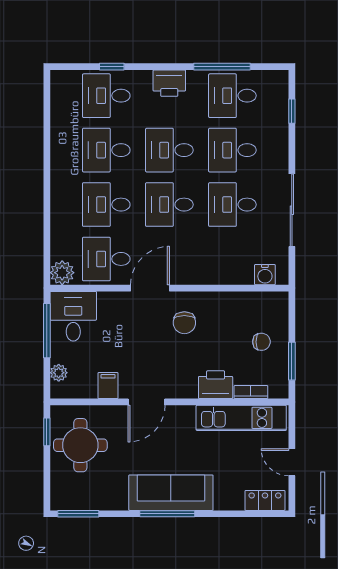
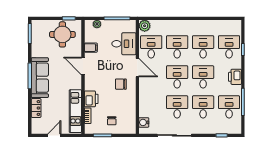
desk: (73, 316) -> (124, 44), moved
locker: (265, 500) -> (36, 108), moved

